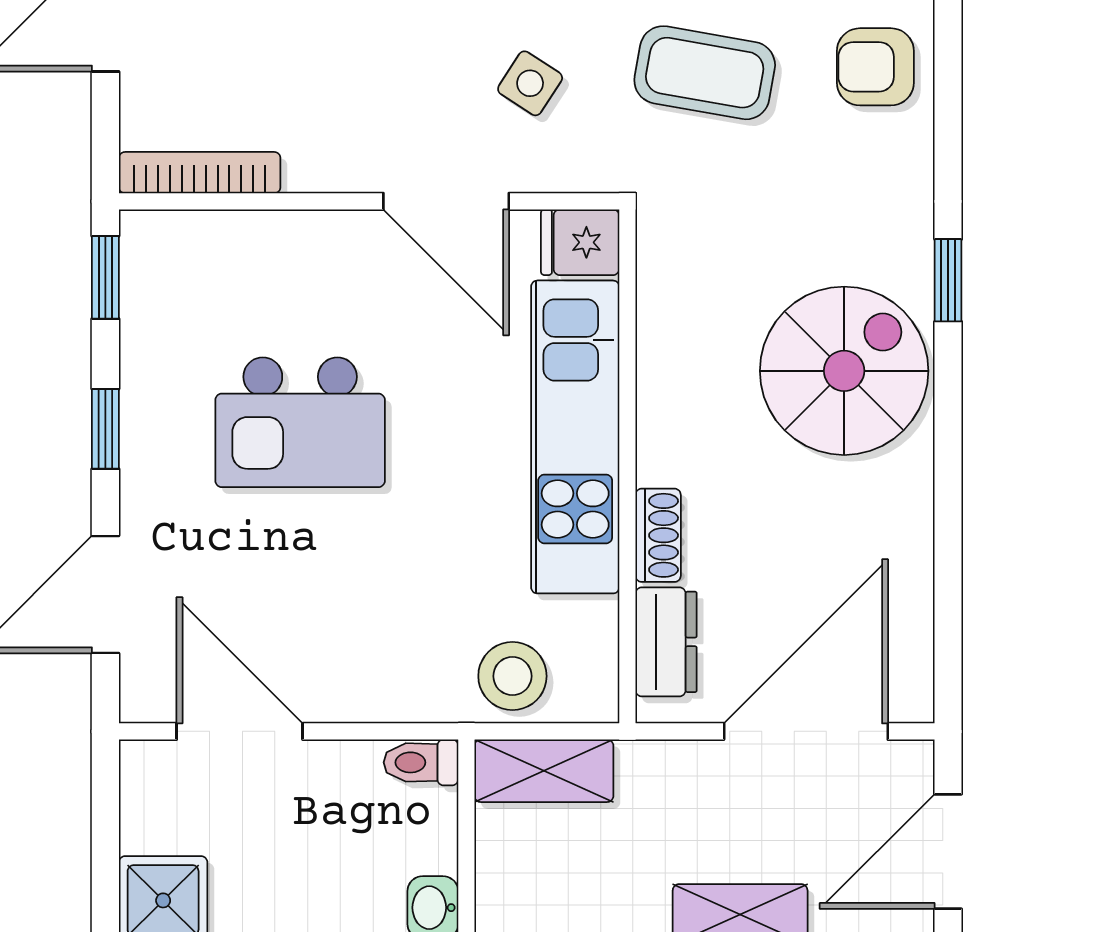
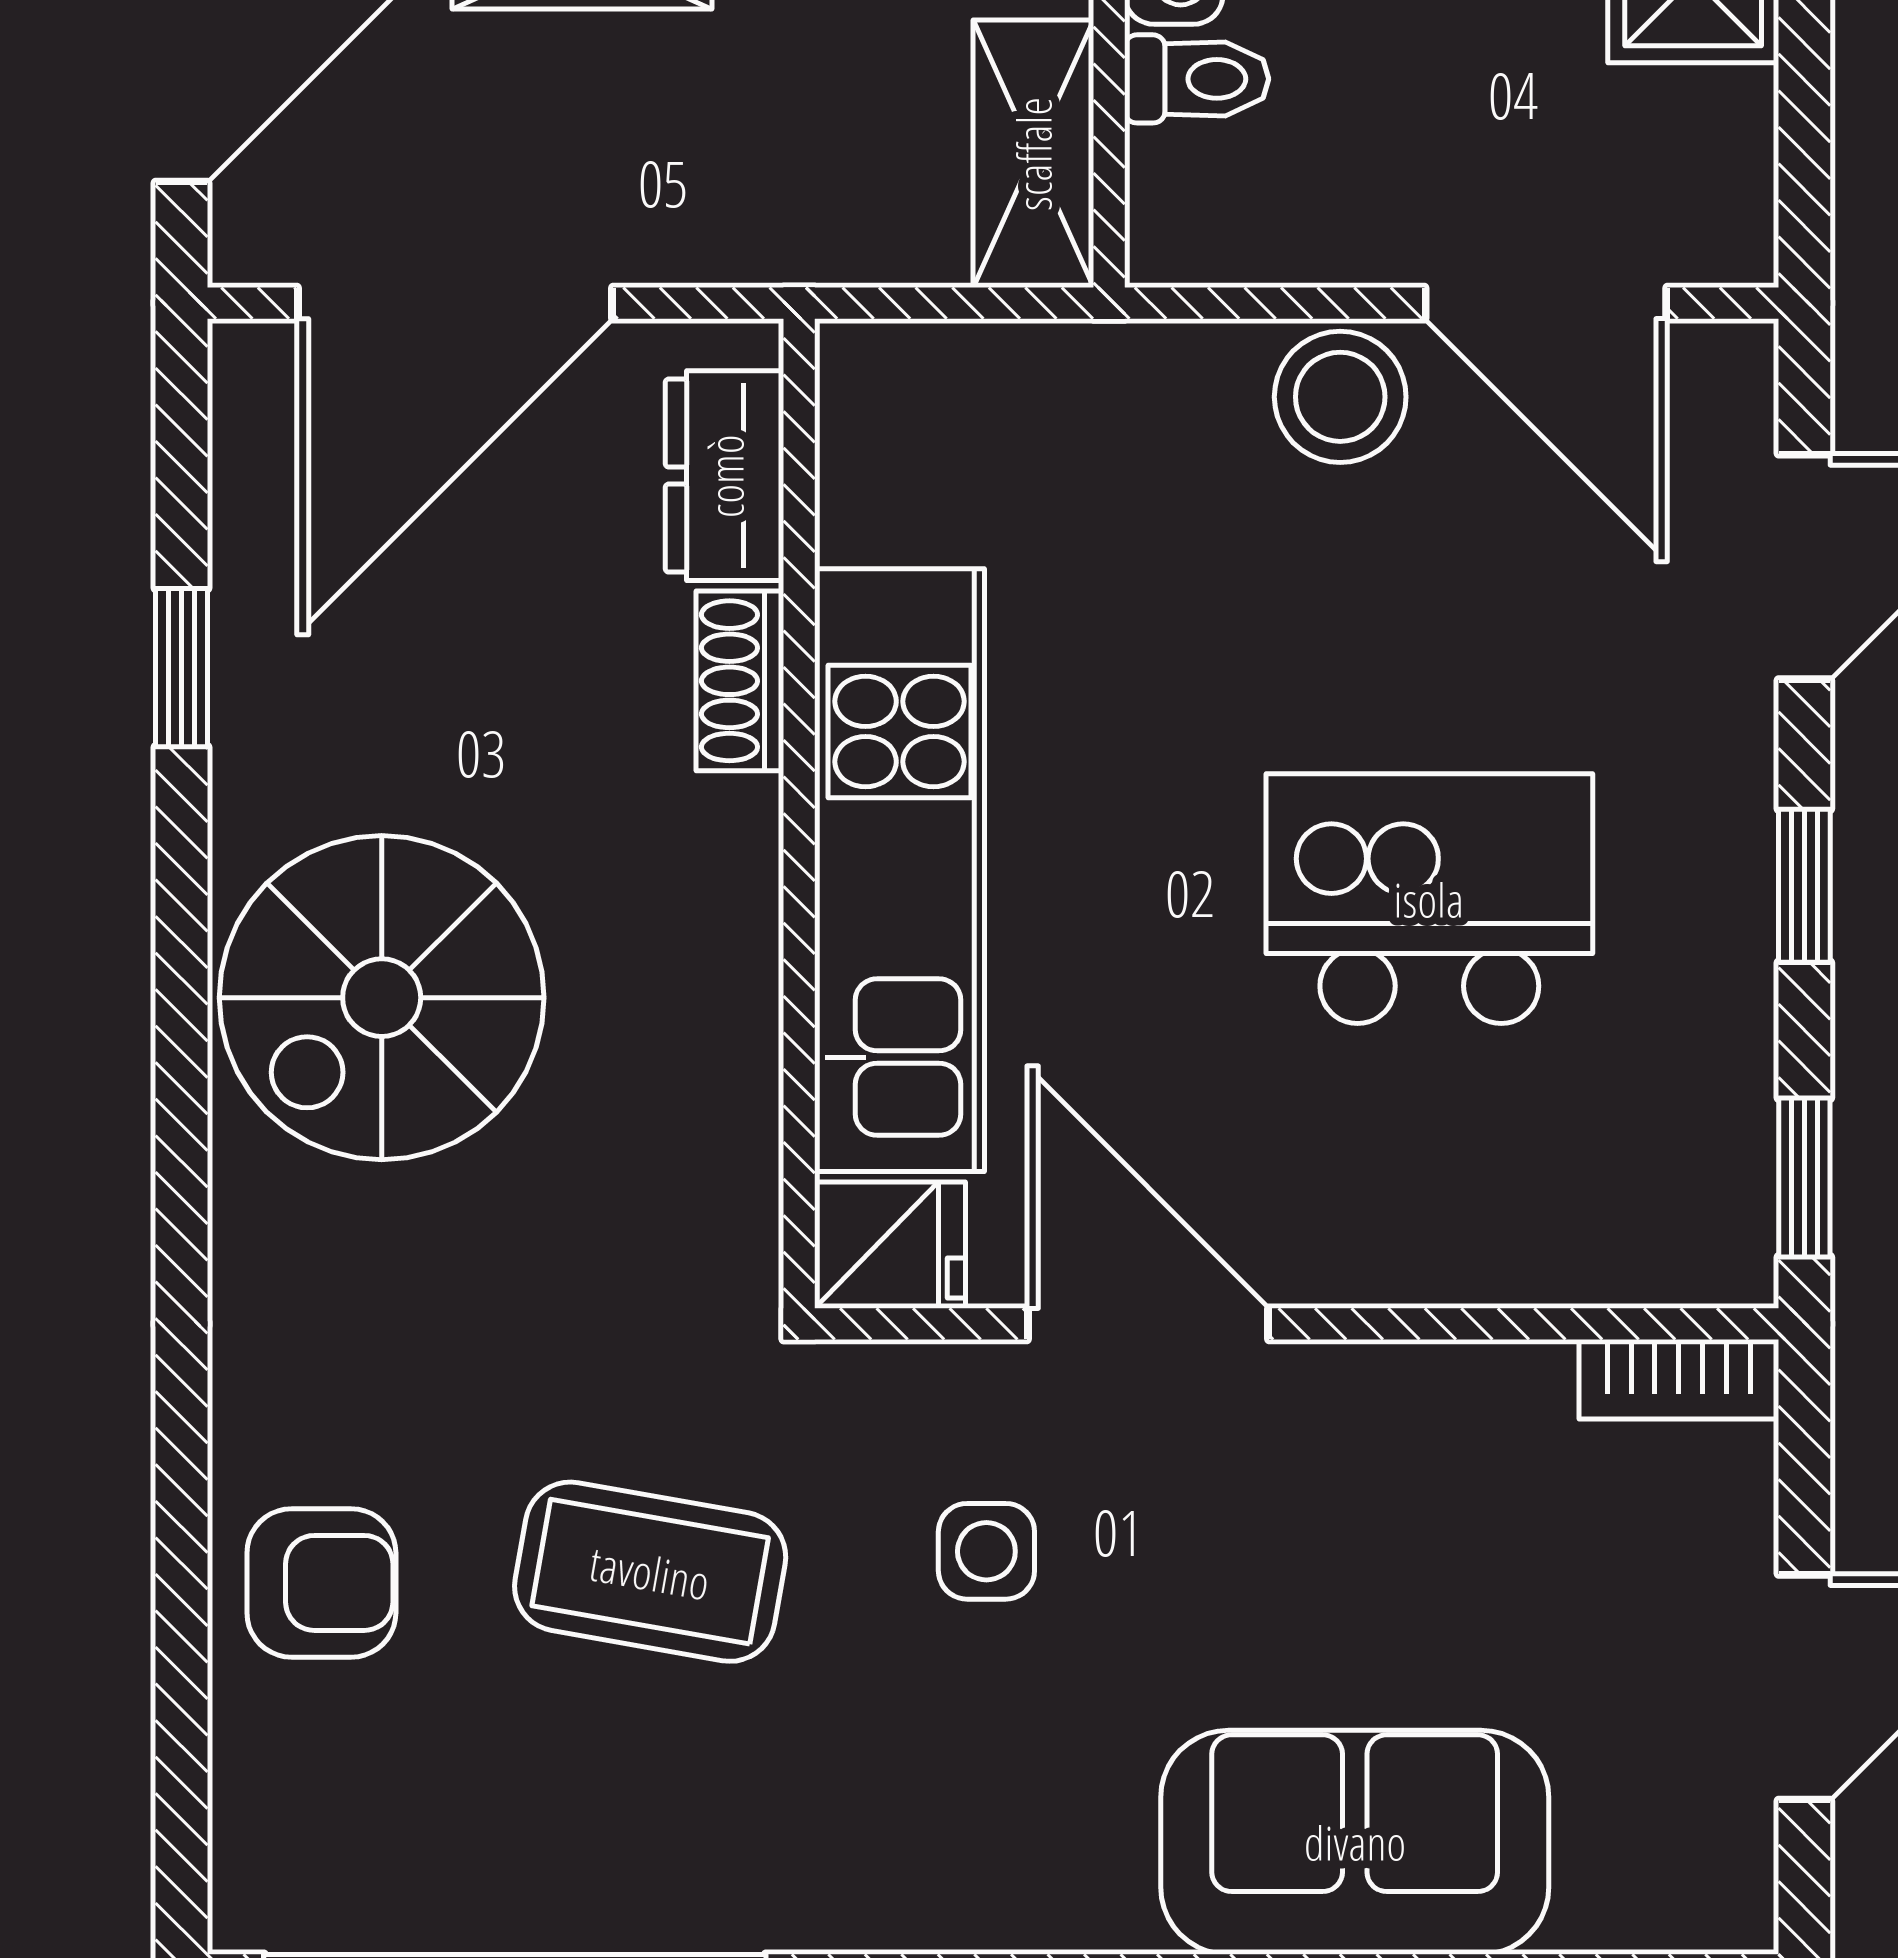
side table: (530, 83) -> (986, 1551), turned -33
bookcase: (200, 173) -> (1679, 1379), width x0.64
window: (948, 280) -> (181, 668), moved
stool: (512, 676) -> (1340, 397), moved
toilet: (421, 762) -> (1197, 79), moved
shelving: (544, 771) -> (1033, 154), moved, turned 90

